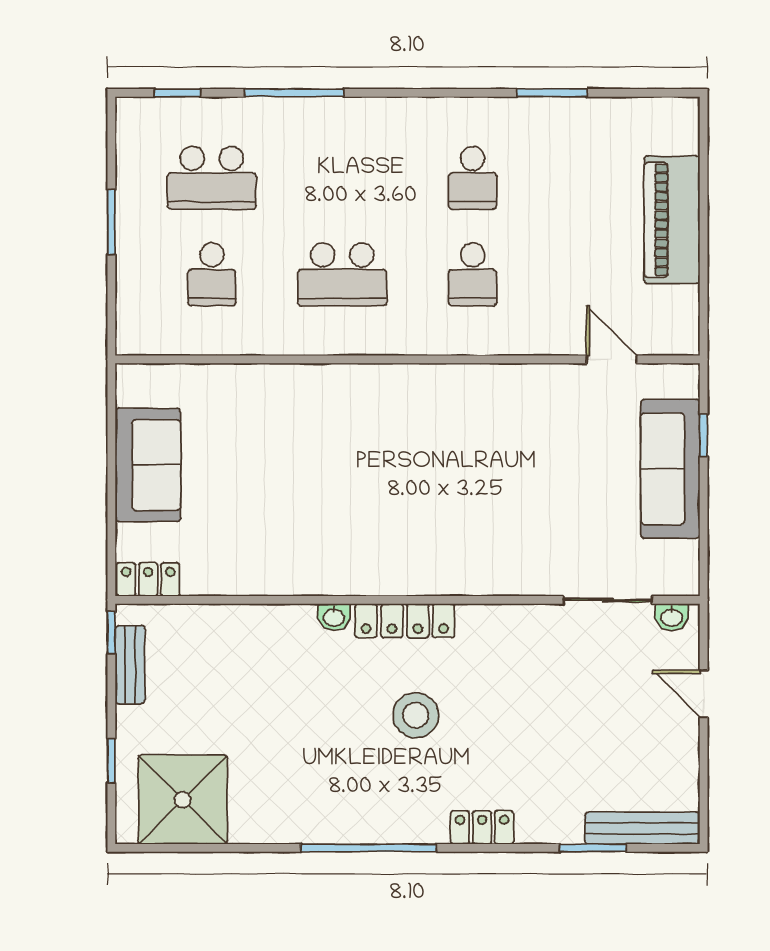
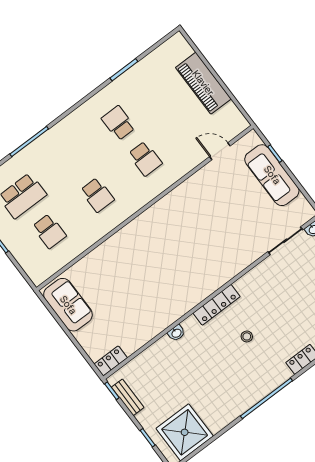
school desk: (473, 178) -> (118, 123), turned 180
school desk: (342, 274) -> (97, 195), width x0.54
sofa: (148, 465) -> (68, 305), moved
washbasin: (334, 617) -> (176, 333), moved
stool: (416, 715) -> (247, 336), width x0.53, depth x0.53

